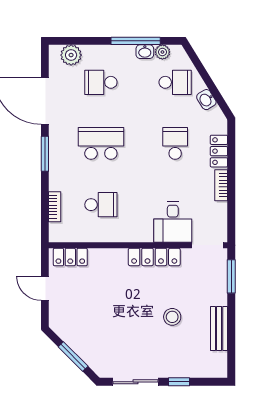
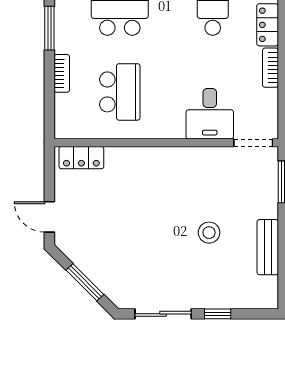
school desk: (101, 205) -> (120, 92), width x1.85
bookcase: (55, 207) -> (62, 73), moved
locker: (154, 257) -> (187, 157), removed
door: (45, 288) -> (49, 217), moved

